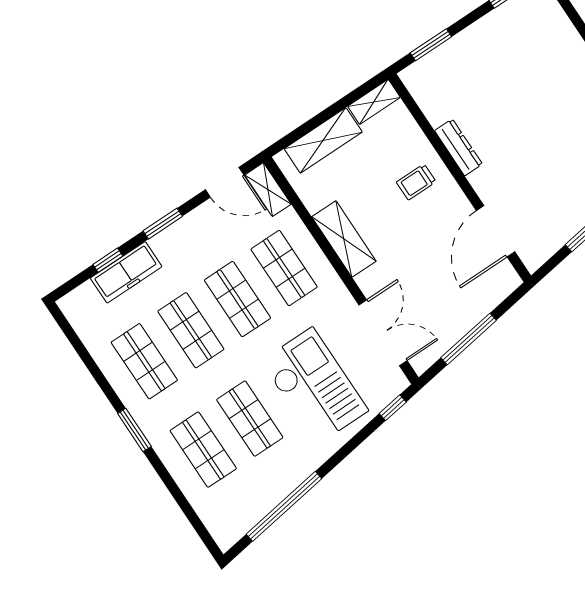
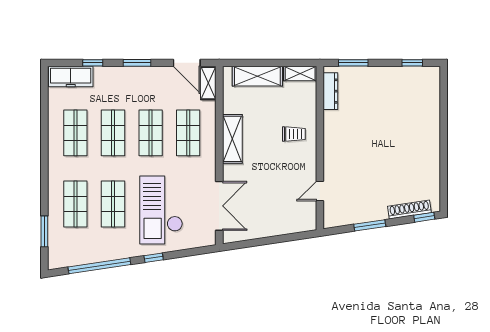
dresser: (458, 147) -> (330, 91), moved
trolley: (416, 182) -> (294, 134), turned 180
door: (496, 231) -> (320, 191), width x0.53
freezer: (126, 272) -> (71, 76), moved
window: (469, 339) -> (265, 241), removed
checkout: (314, 386) -> (161, 210), turned 180
window: (393, 408) -> (154, 258), moved
window: (134, 430) -> (44, 231), moved

